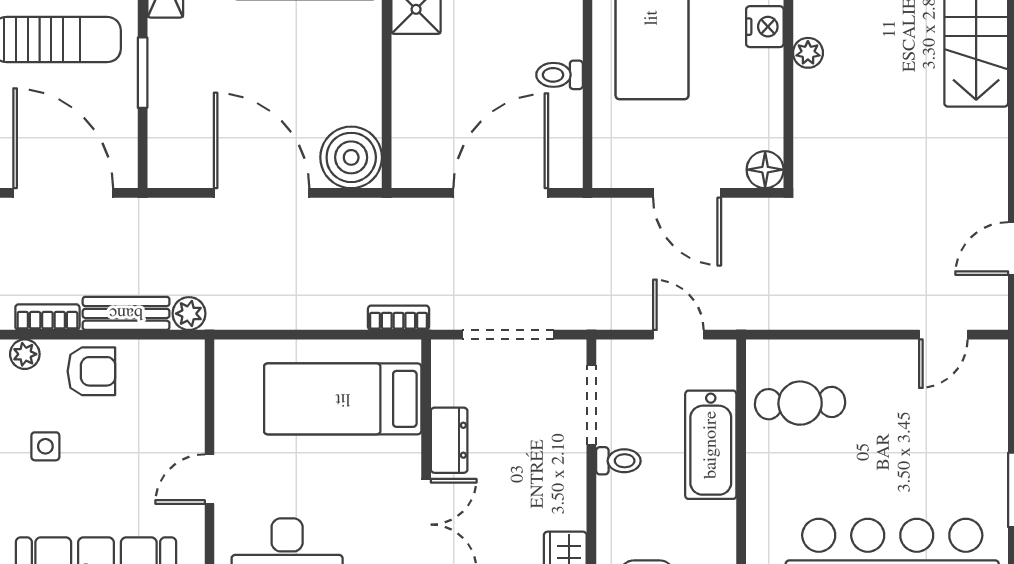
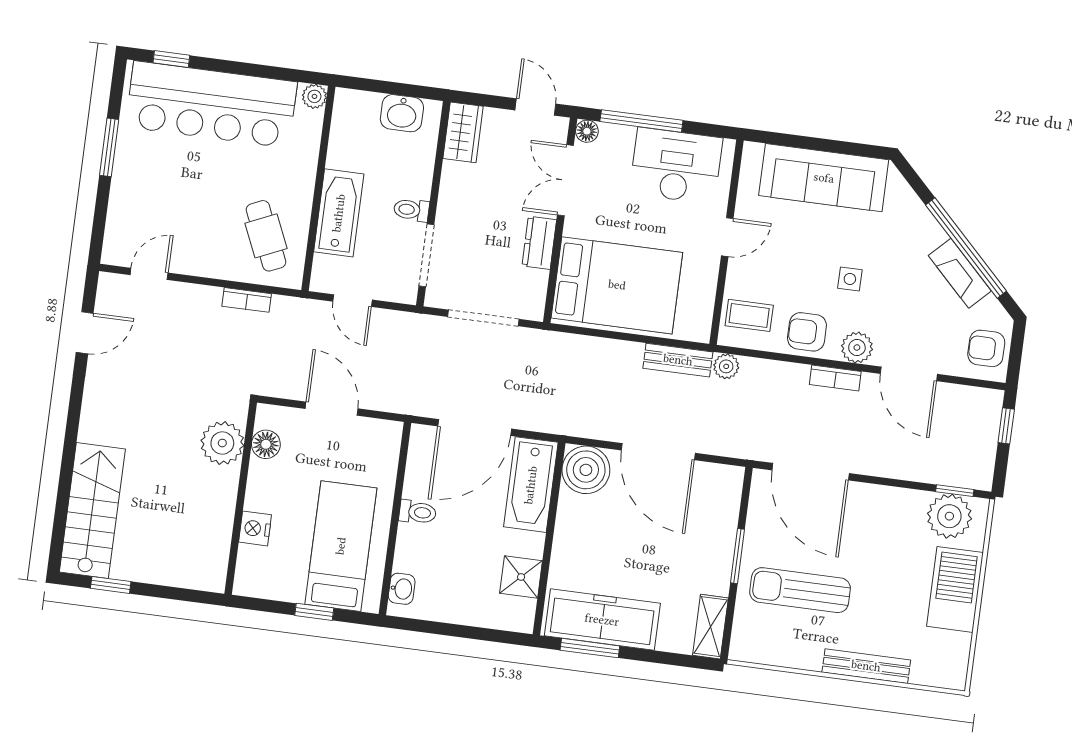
plant: (808, 53) -> (222, 443), moved, width x1.88, depth x1.88
bathtub: (419, 129) -> (531, 485), added
floor lamp: (765, 170) -> (266, 444), moved
bench: (126, 313) -> (678, 360), moved
bookcase: (399, 318) -> (247, 300), moved
plant: (25, 354) -> (857, 348), width x1.38, depth x1.38
coffee table: (168, 383) -> (749, 315), added
bed: (343, 399) -> (617, 285), width x1.50
cafe table: (800, 403) -> (266, 236), turned 68

